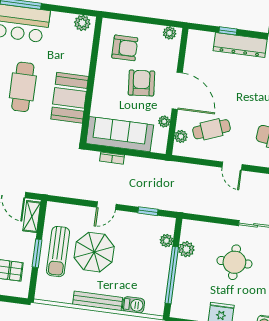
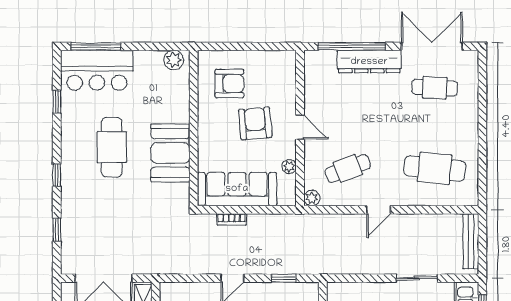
window: (228, 31) -> (352, 46), width x3.17
plant: (170, 33) -> (281, 58), removed
door: (177, 91) -> (300, 127), width x0.53
plant: (181, 136) -> (312, 198), moved
door: (232, 166) -> (379, 210), hinge flipped

